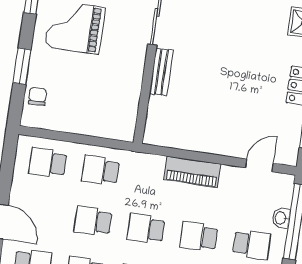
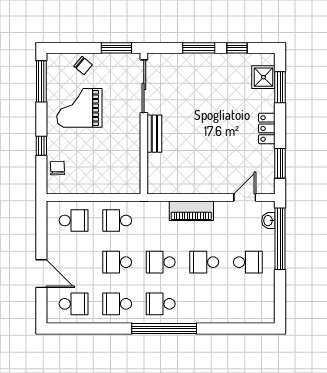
window: (22, 66) -> (41, 146), width x0.67
school desk: (48, 163) -> (74, 220), turned 180
washbasin: (281, 218) -> (268, 221), moved

